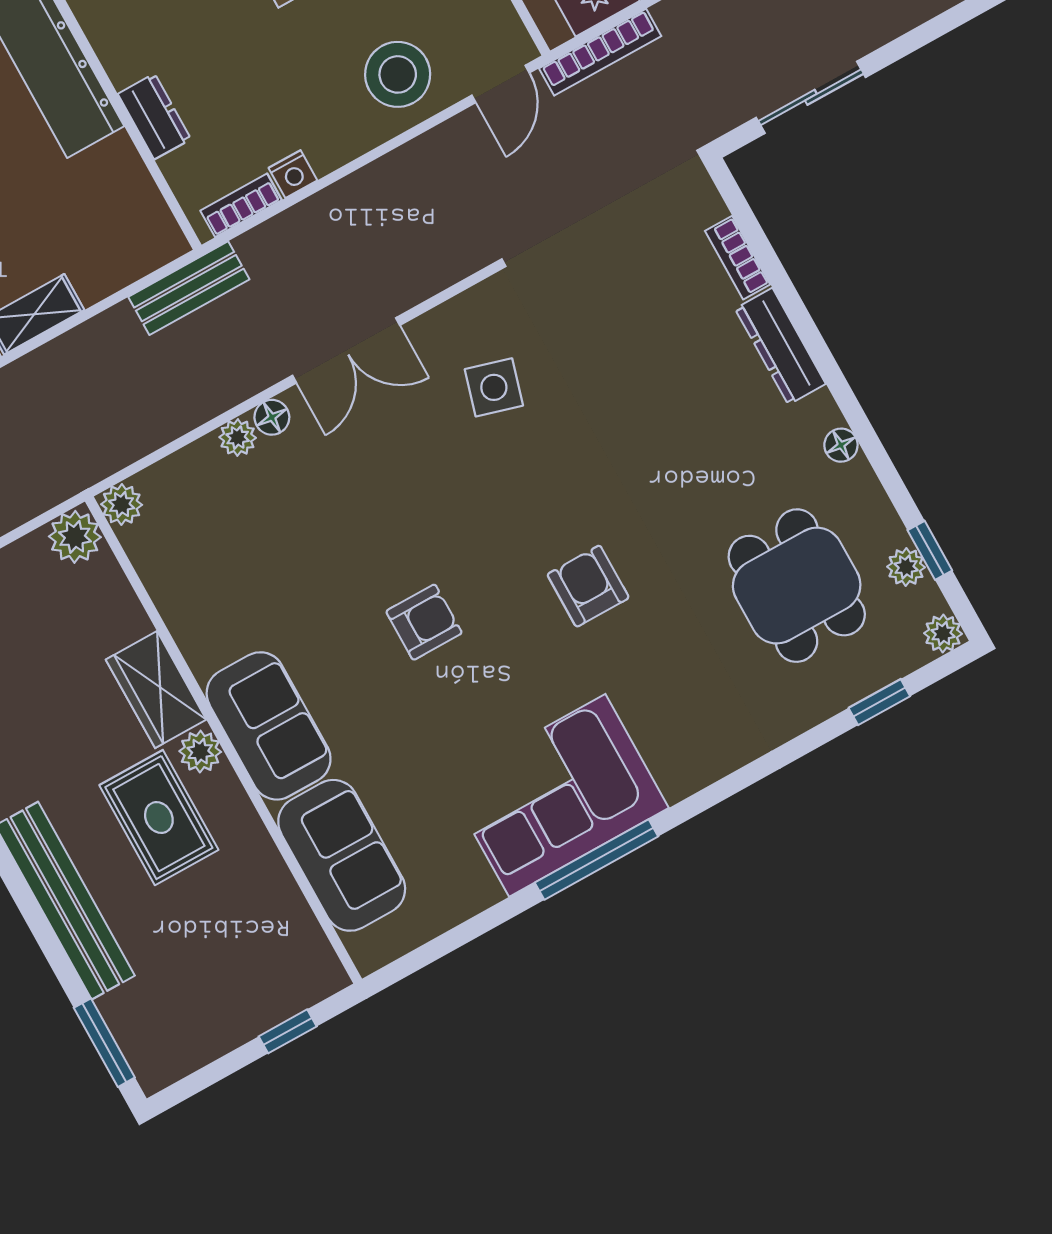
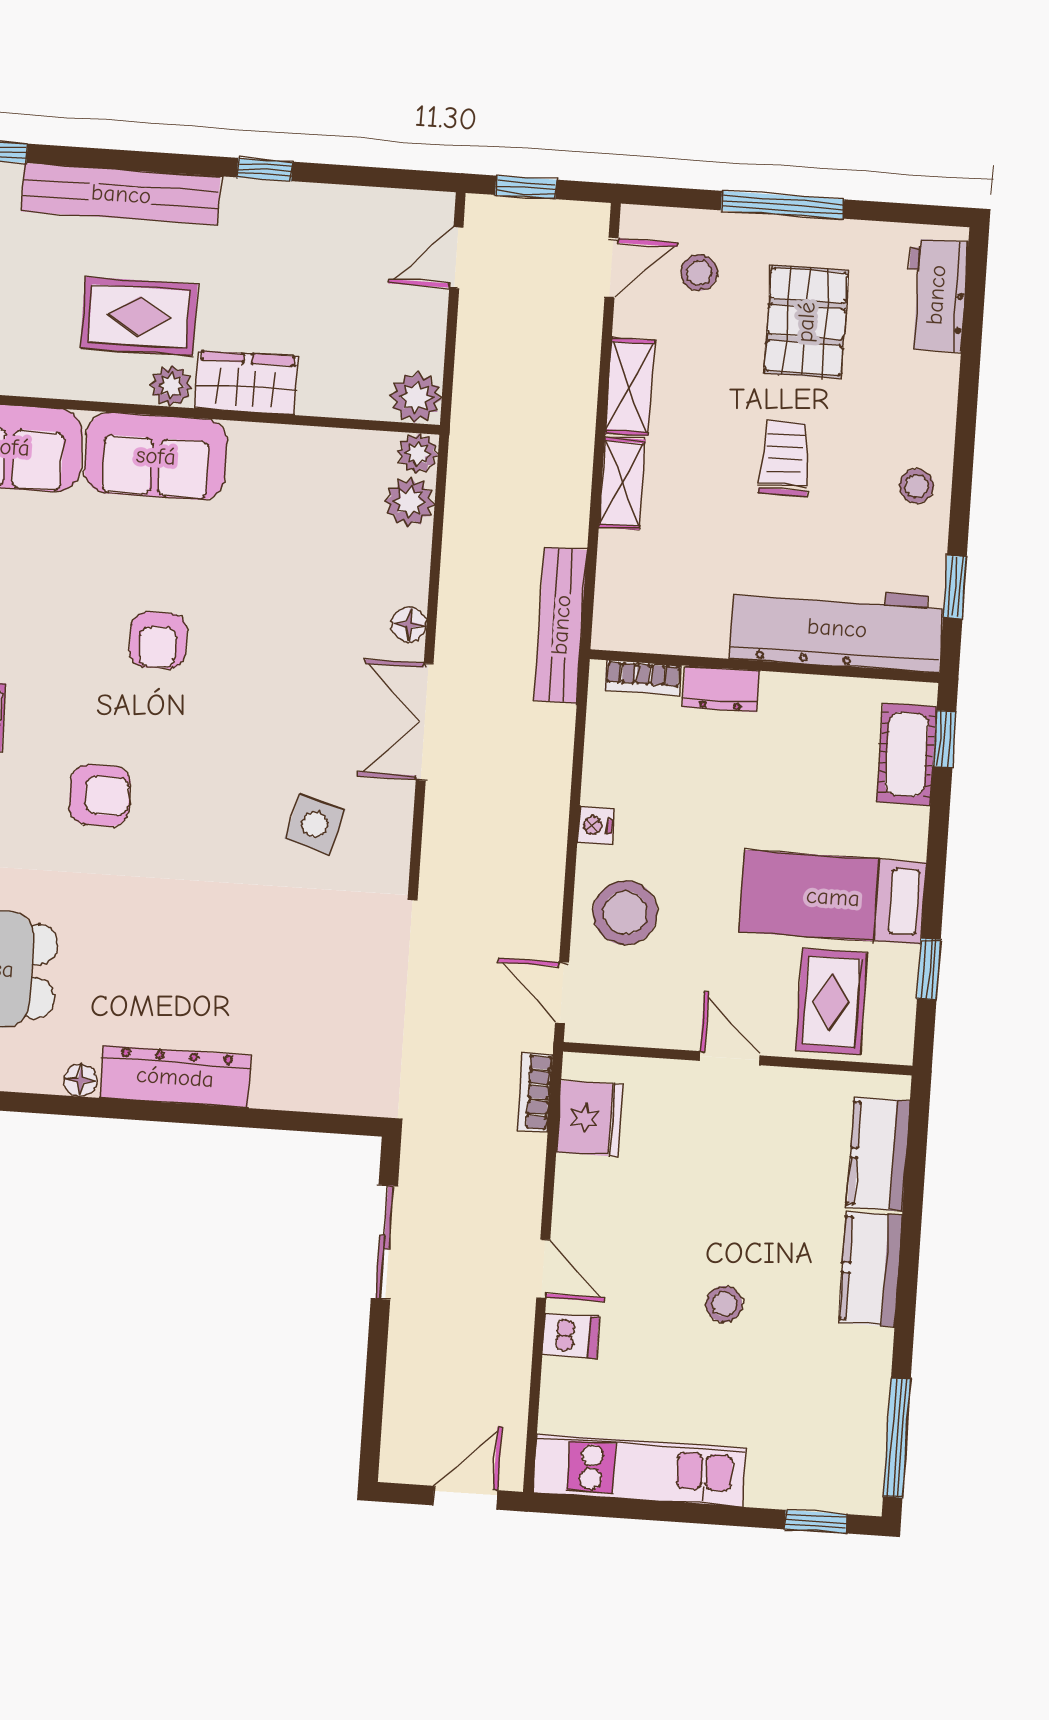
bookcase: (600, 52) -> (535, 1092), width x0.64
nightstand: (293, 174) -> (595, 826), moved
bookcase: (241, 205) -> (643, 678), moved, turned 90
bookcase: (738, 258) -> (291, 1095), removed
bench: (189, 288) -> (561, 625), width x1.36
dresser: (780, 346) -> (175, 1077), width x1.37, depth x1.24
plant: (238, 438) -> (410, 502), moved, width x1.38, depth x1.38

